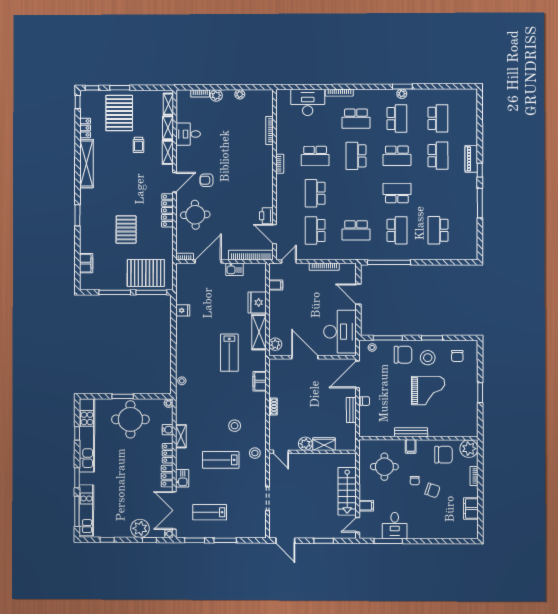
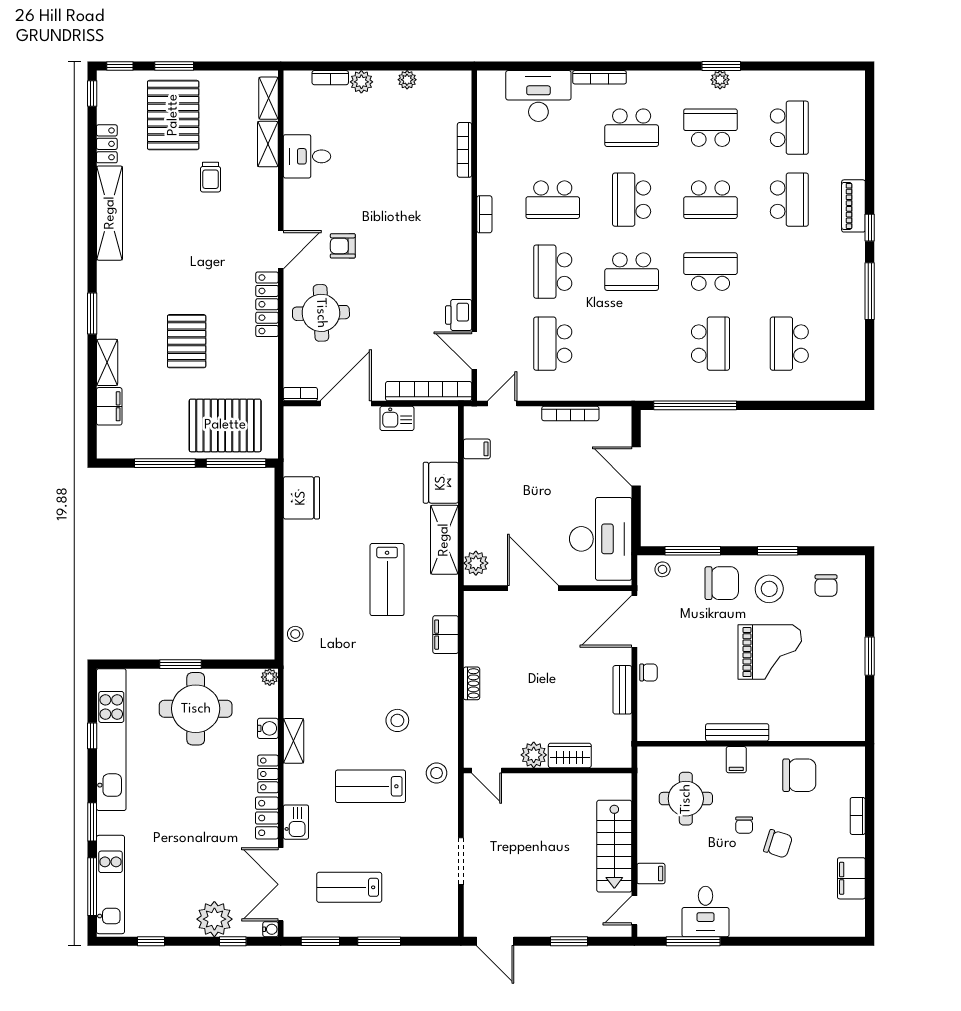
school desk: (397, 119) -> (710, 128), turned -90
shelving: (168, 152) -> (107, 362), moved
school desk: (356, 230) -> (632, 272), moved
fridge: (183, 310) -> (301, 498), width x1.88, depth x1.34
plant: (469, 449) -> (848, 764), removed

